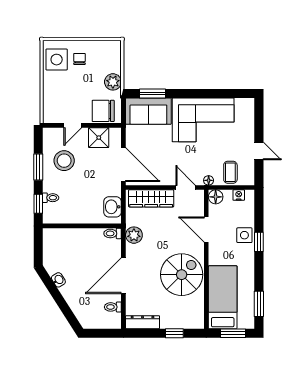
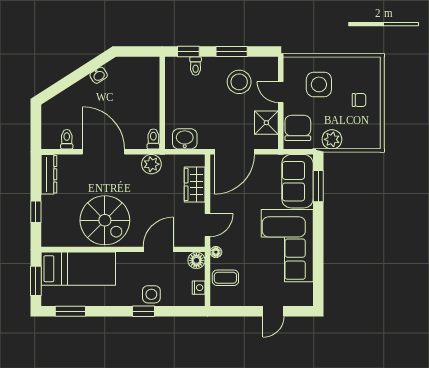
side table: (57, 60) -> (319, 84), moved
door: (259, 151) -> (273, 311), moved
wardrobe: (151, 198) -> (195, 184), width x0.67

